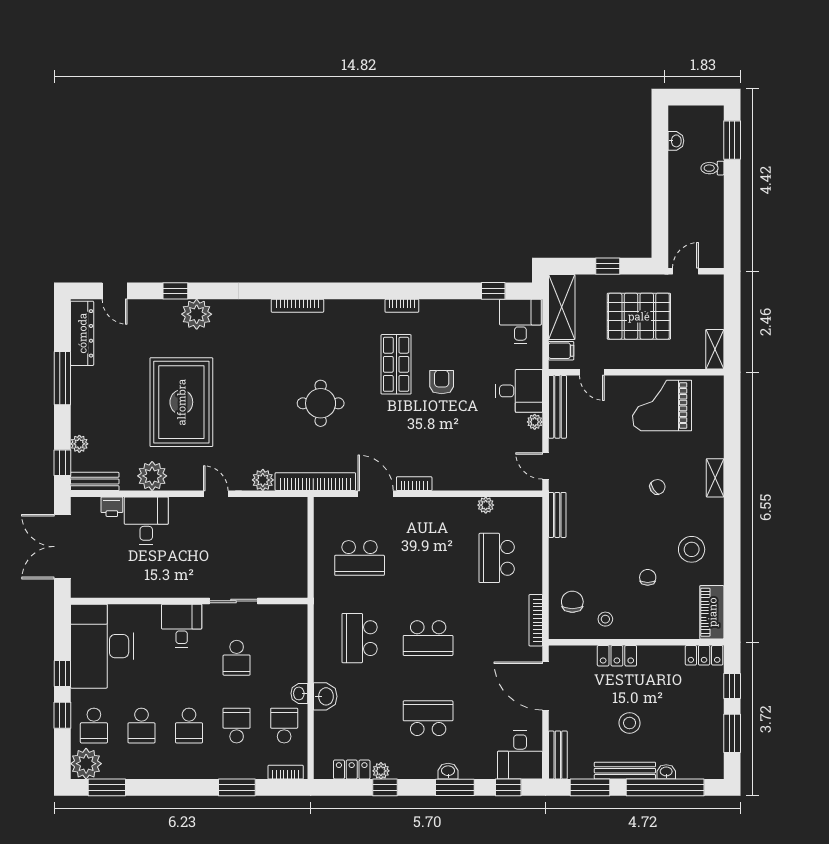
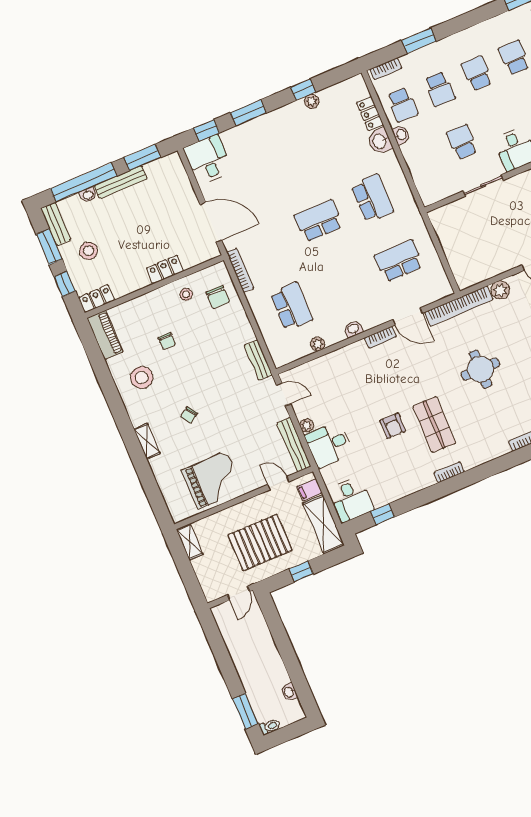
toilet: (712, 168) -> (270, 727), moved
school desk: (428, 718) -> (292, 158), removed
stool: (630, 723) -> (89, 251), moved
bench: (558, 755) -> (56, 224), moved
locker: (352, 770) -> (370, 114), moved, turned 90
washbasin: (448, 771) -> (353, 329), moved, turned 180

